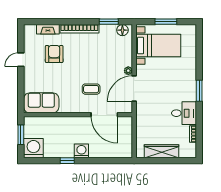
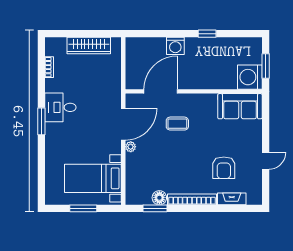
floor lamp: (122, 30) -> (159, 198), moved
desk: (184, 113) -> (60, 107), moved
door: (104, 115) -> (161, 91), hinge flipped
washing machine: (33, 148) -> (250, 77), moved, turned 90
washing machine: (81, 151) -> (175, 46), moved

